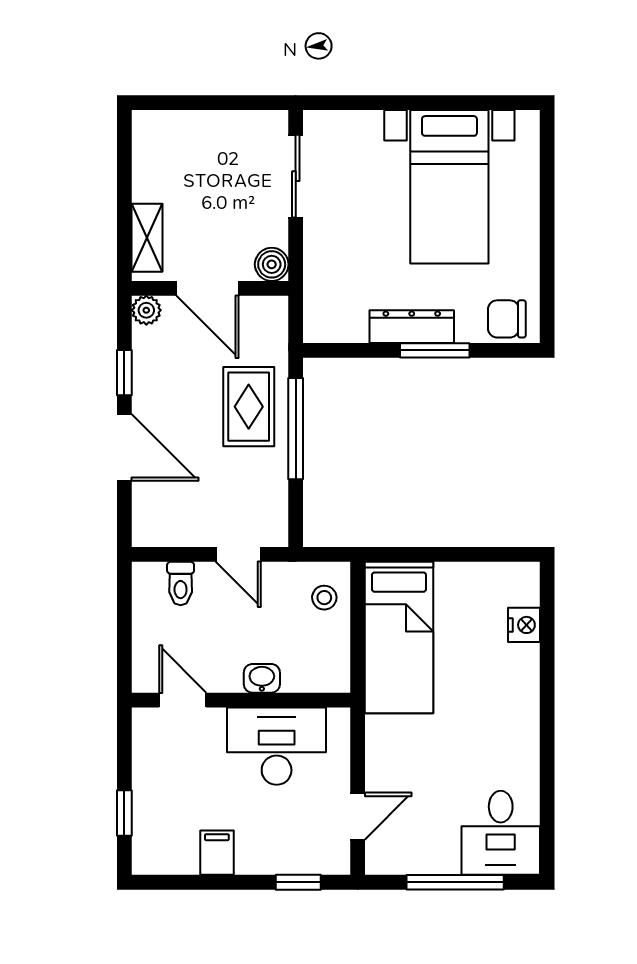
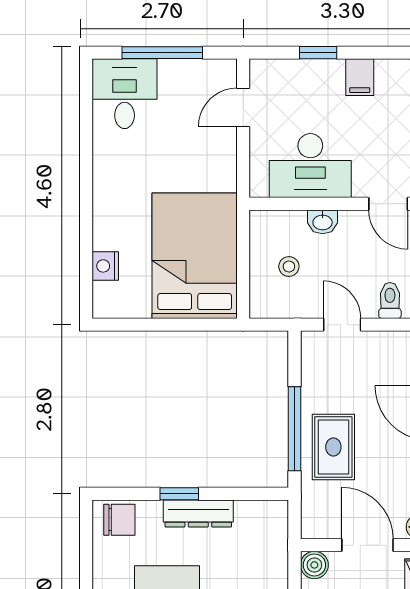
window: (435, 350) -> (179, 494), width x0.67
stool: (324, 598) -> (289, 266), moved
bed: (399, 637) -> (195, 256), width x1.50
window: (298, 882) -> (318, 53), moved

